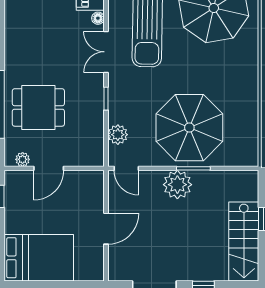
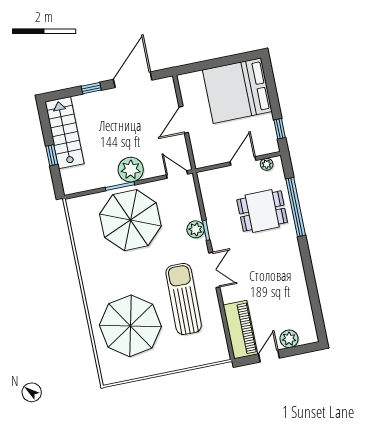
floor lamp: (98, 18) -> (227, 297), removed
plant: (118, 135) -> (196, 229), moved
bed: (39, 258) -> (237, 91), width x1.36

